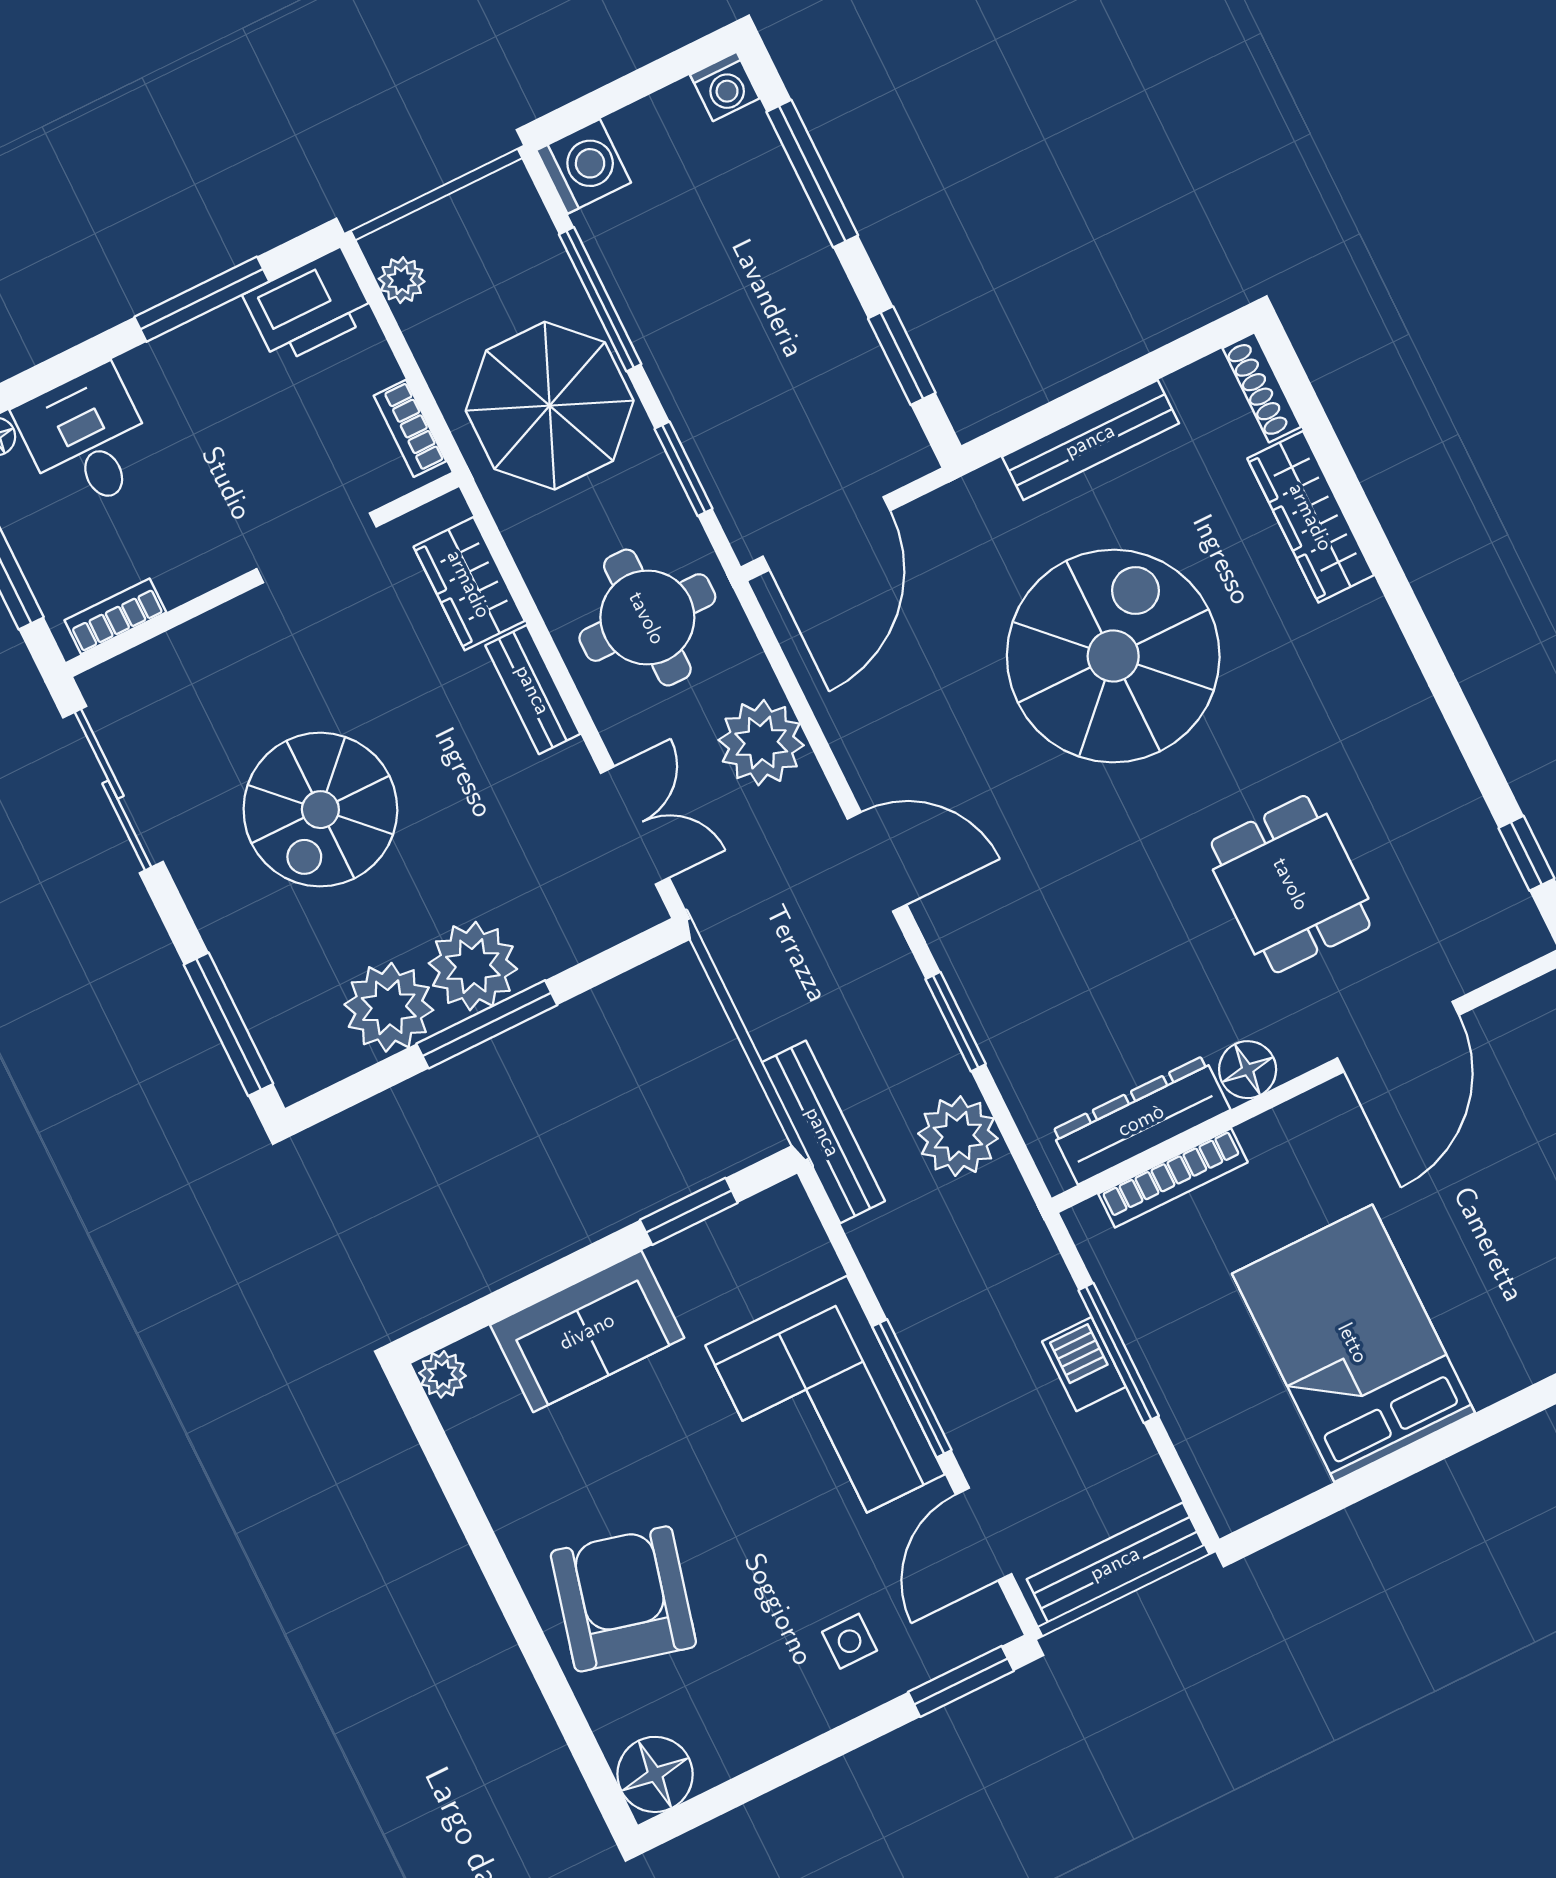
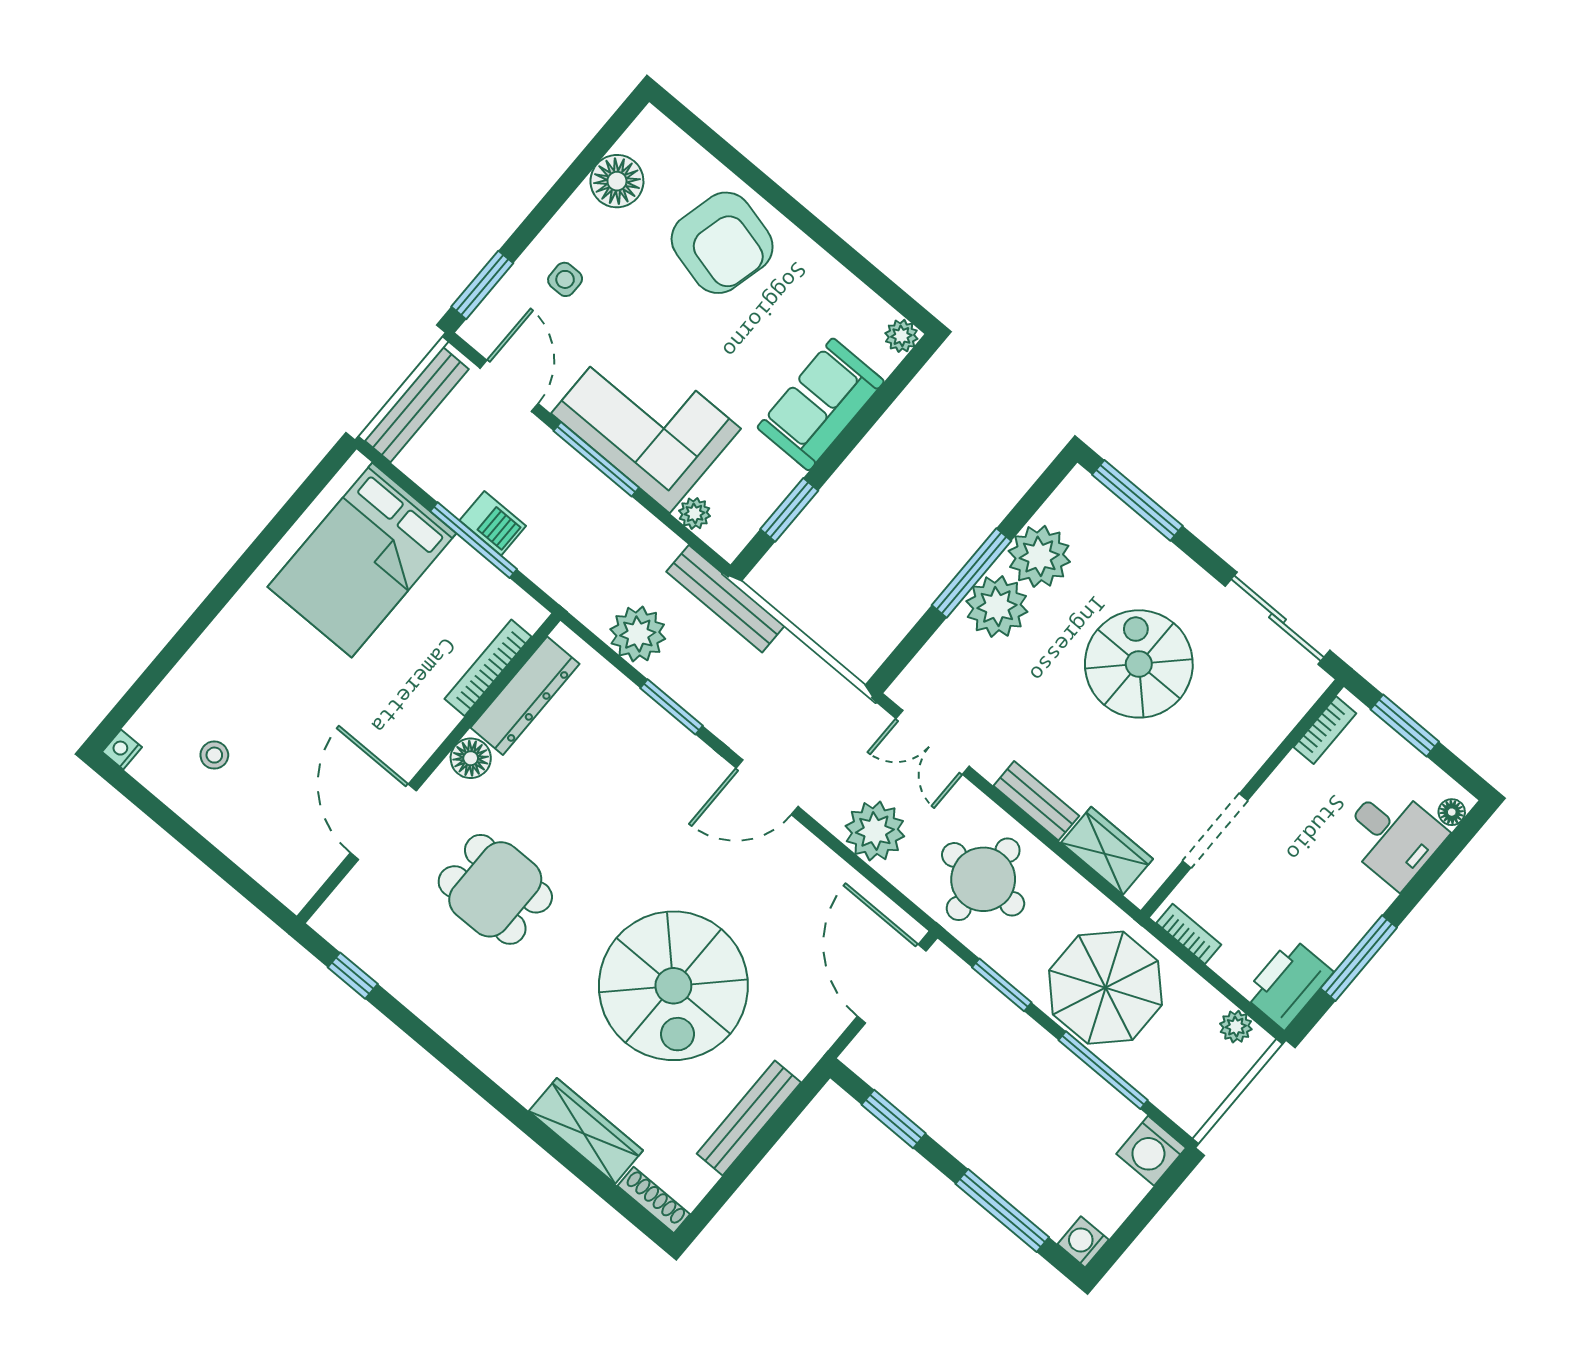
plant: (815, 1261) -> (694, 513), added
bed: (1353, 1343) -> (362, 560), moved, turned 90
floor lamp: (655, 1774) -> (617, 181), moved

